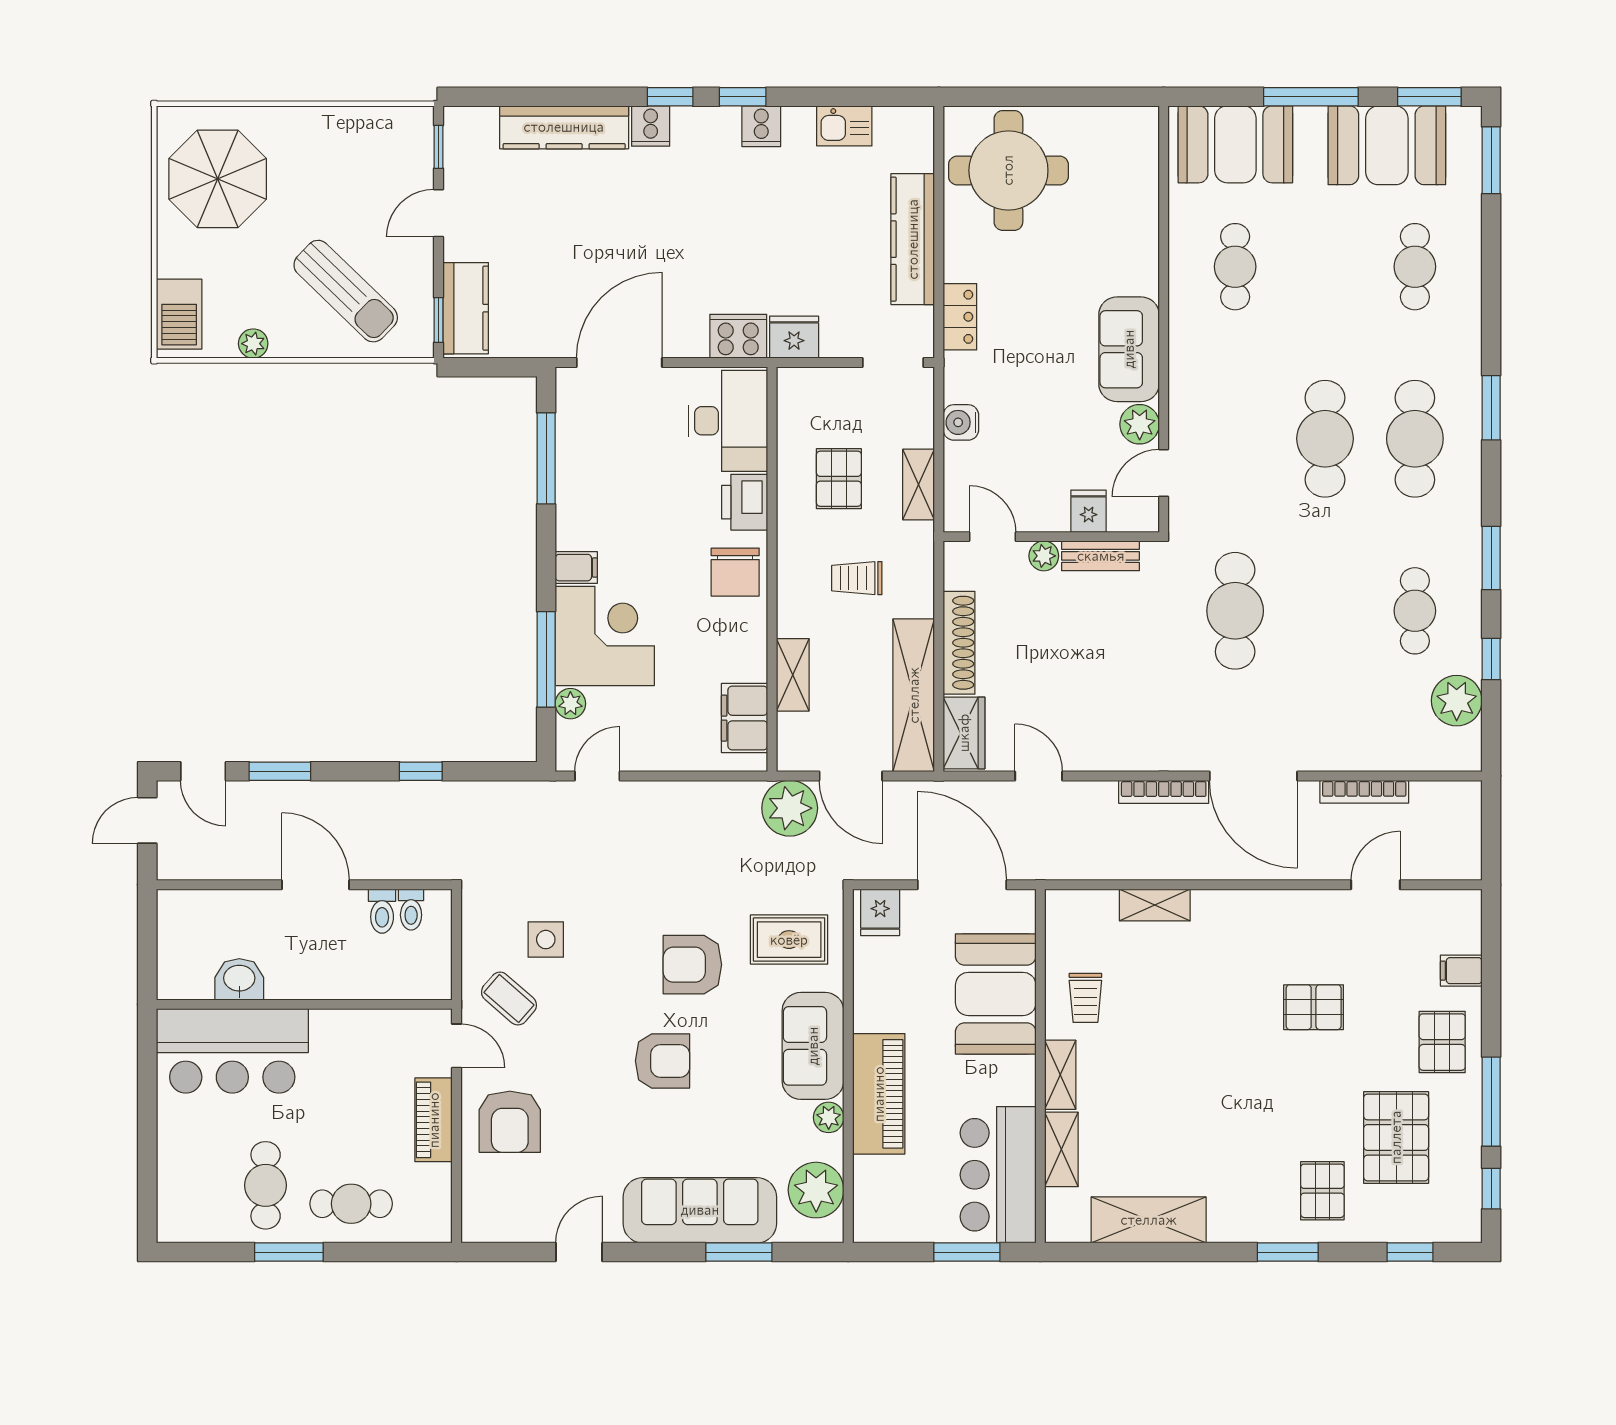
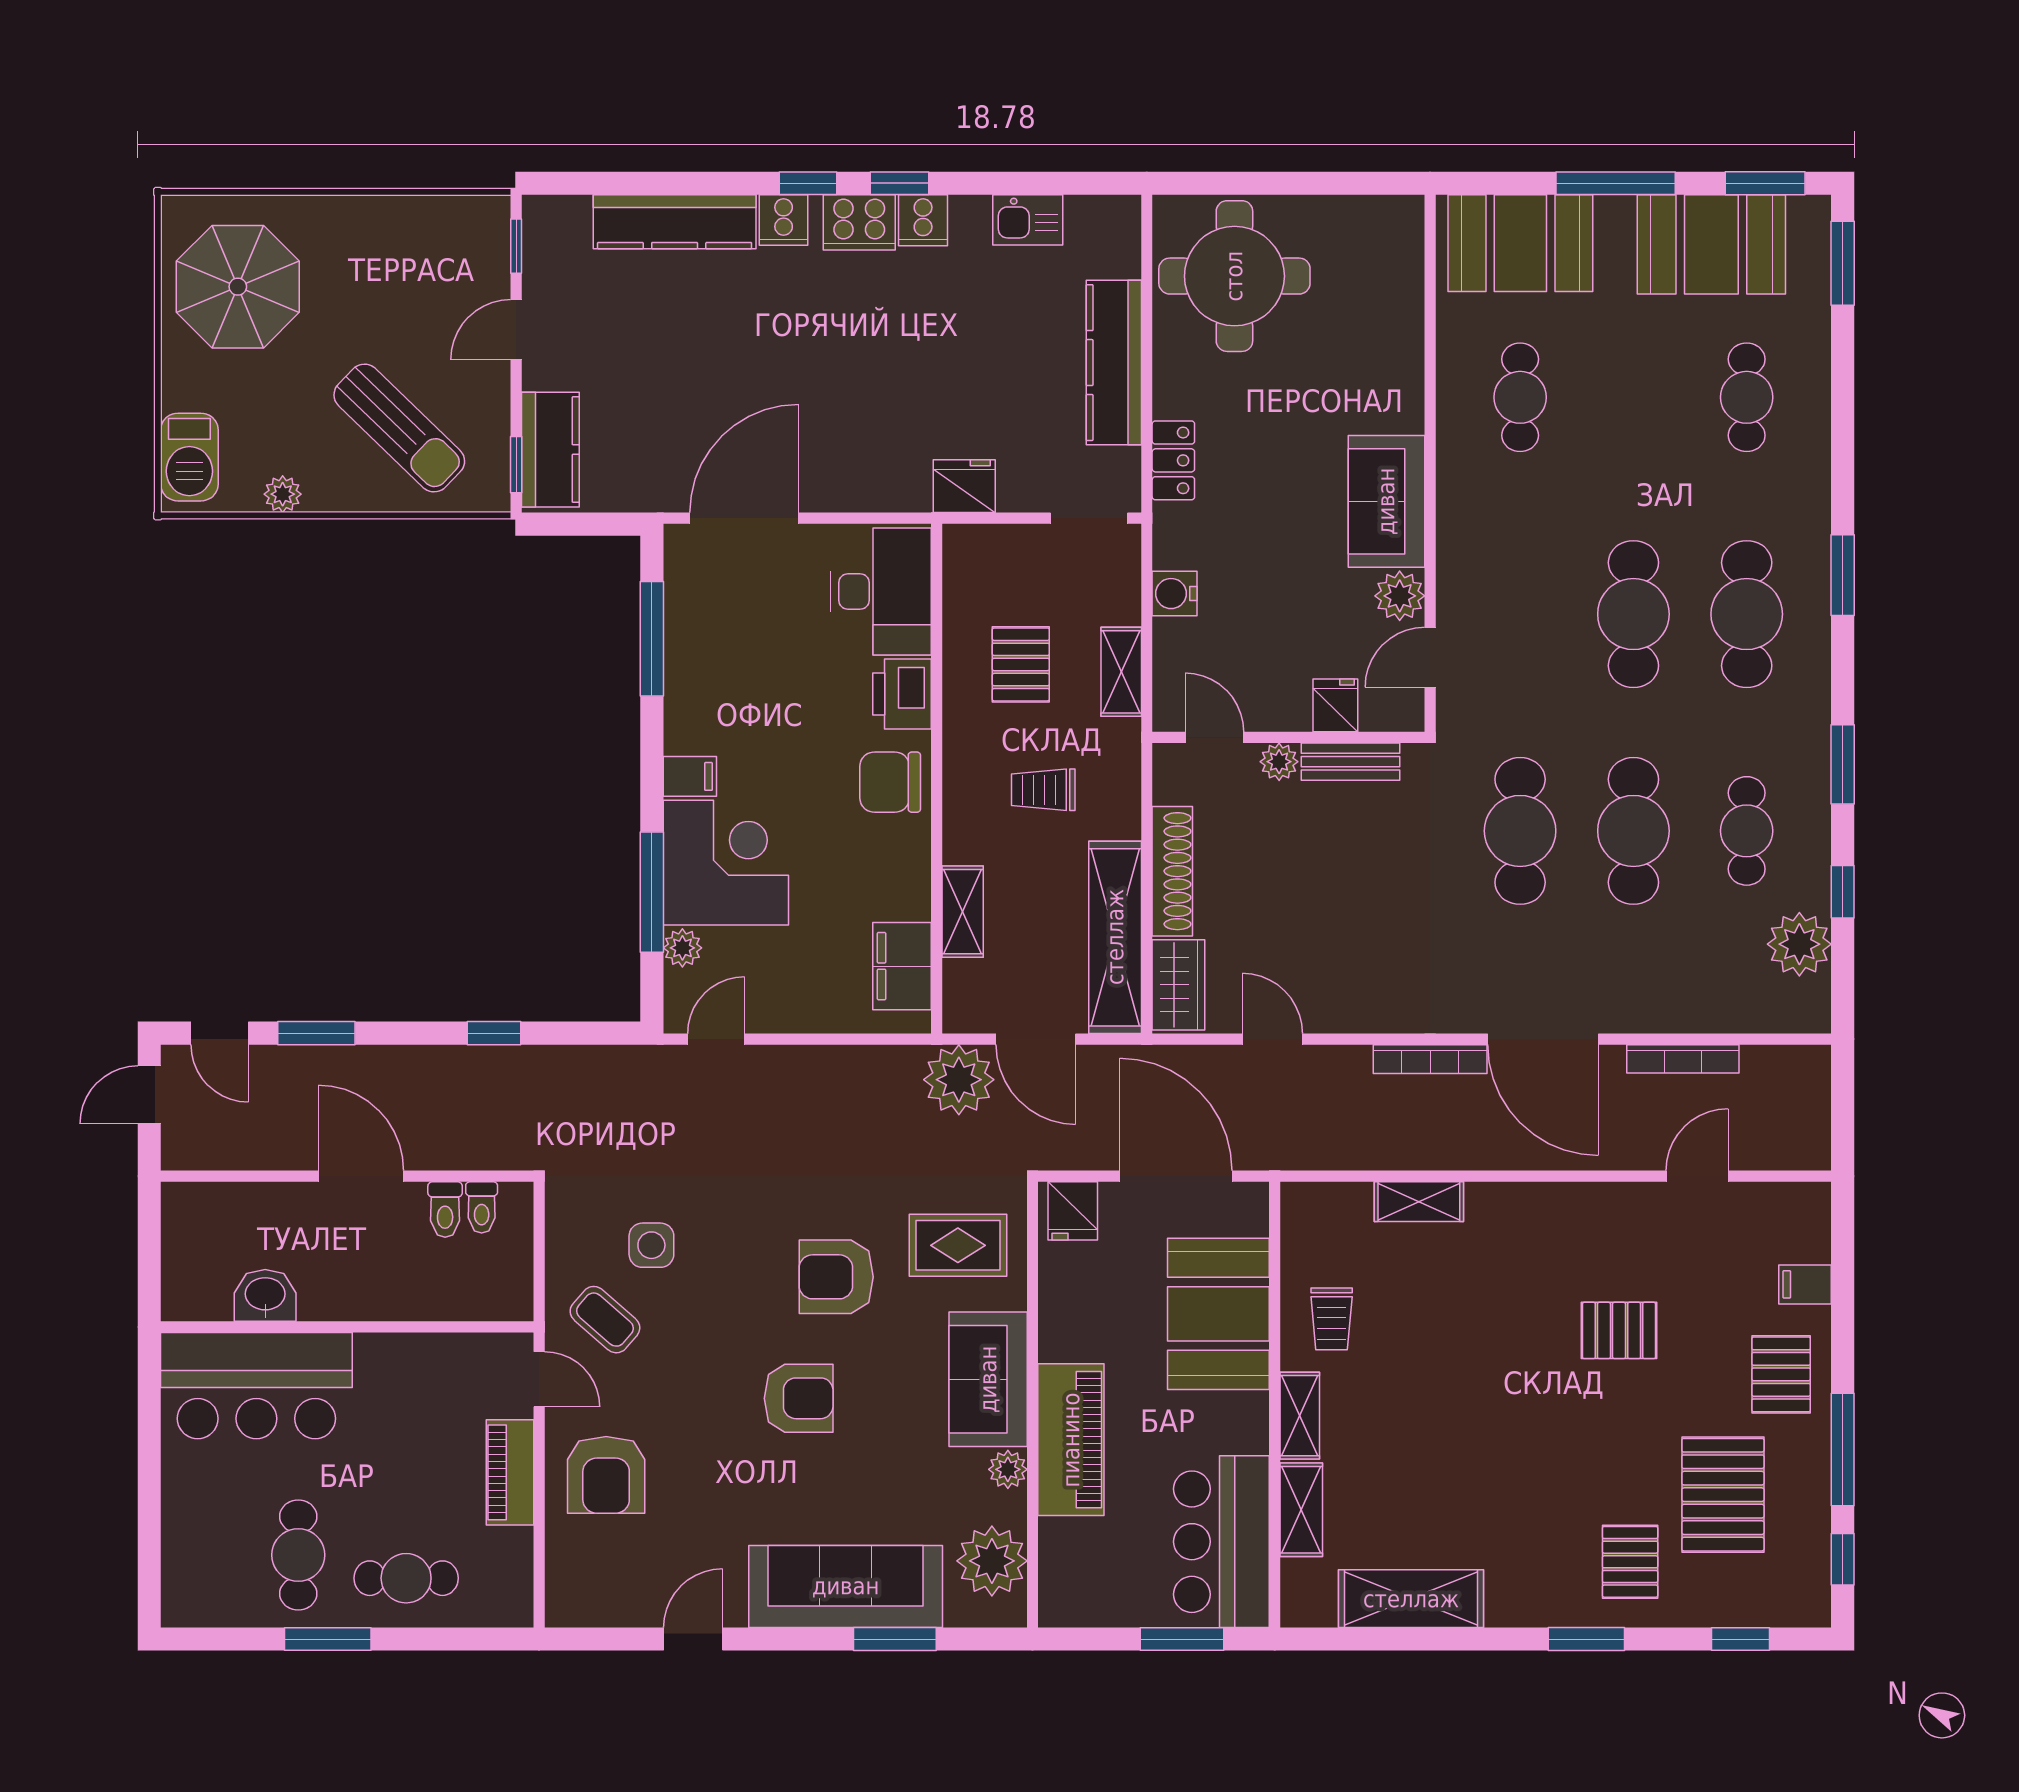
cooker: (738, 336) -> (859, 222), moved, turned 180
chair: (735, 572) -> (890, 782), turned 90
cafe table: (1325, 611) -> (1633, 831), added

